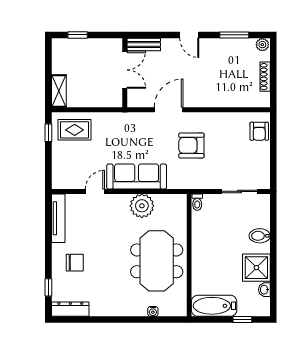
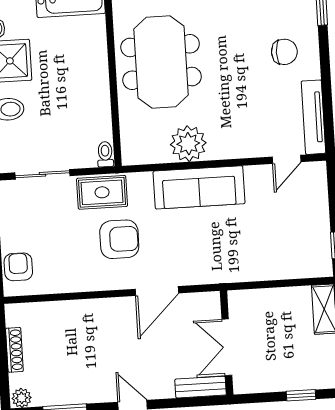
rug: (75, 130) -> (102, 192), moved
door: (95, 191) -> (287, 159), moved
chair: (75, 263) -> (284, 52), turned 180

